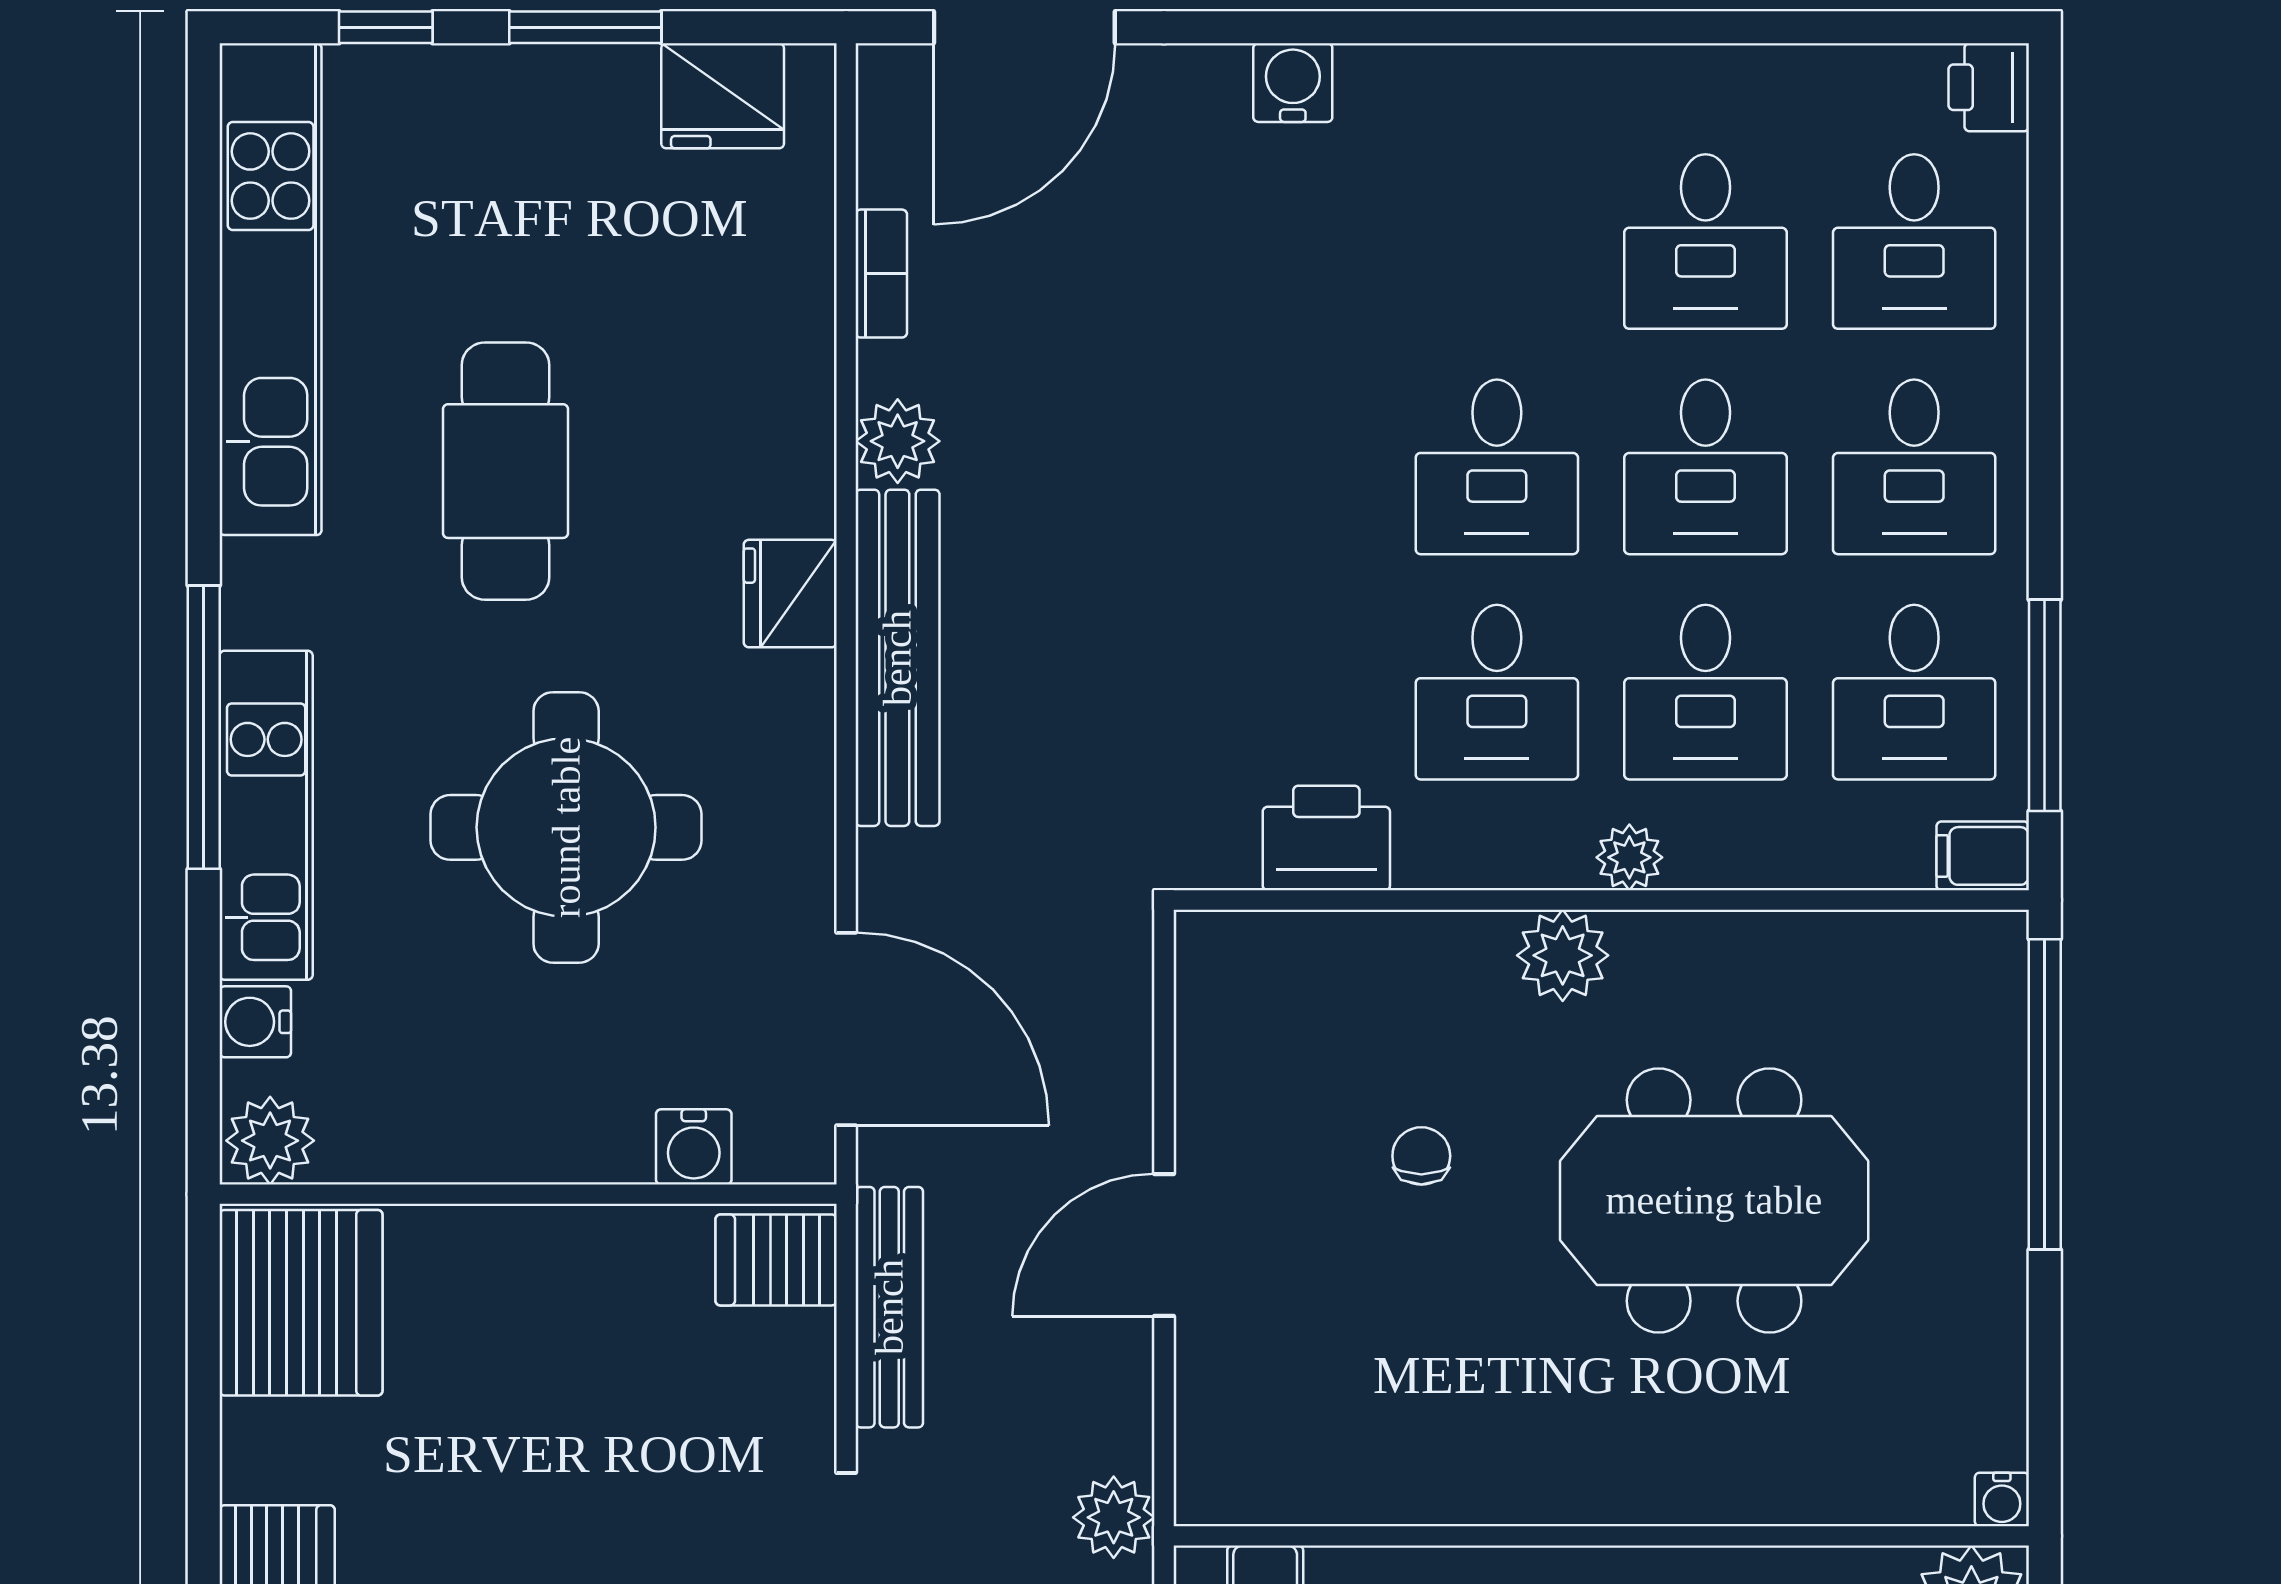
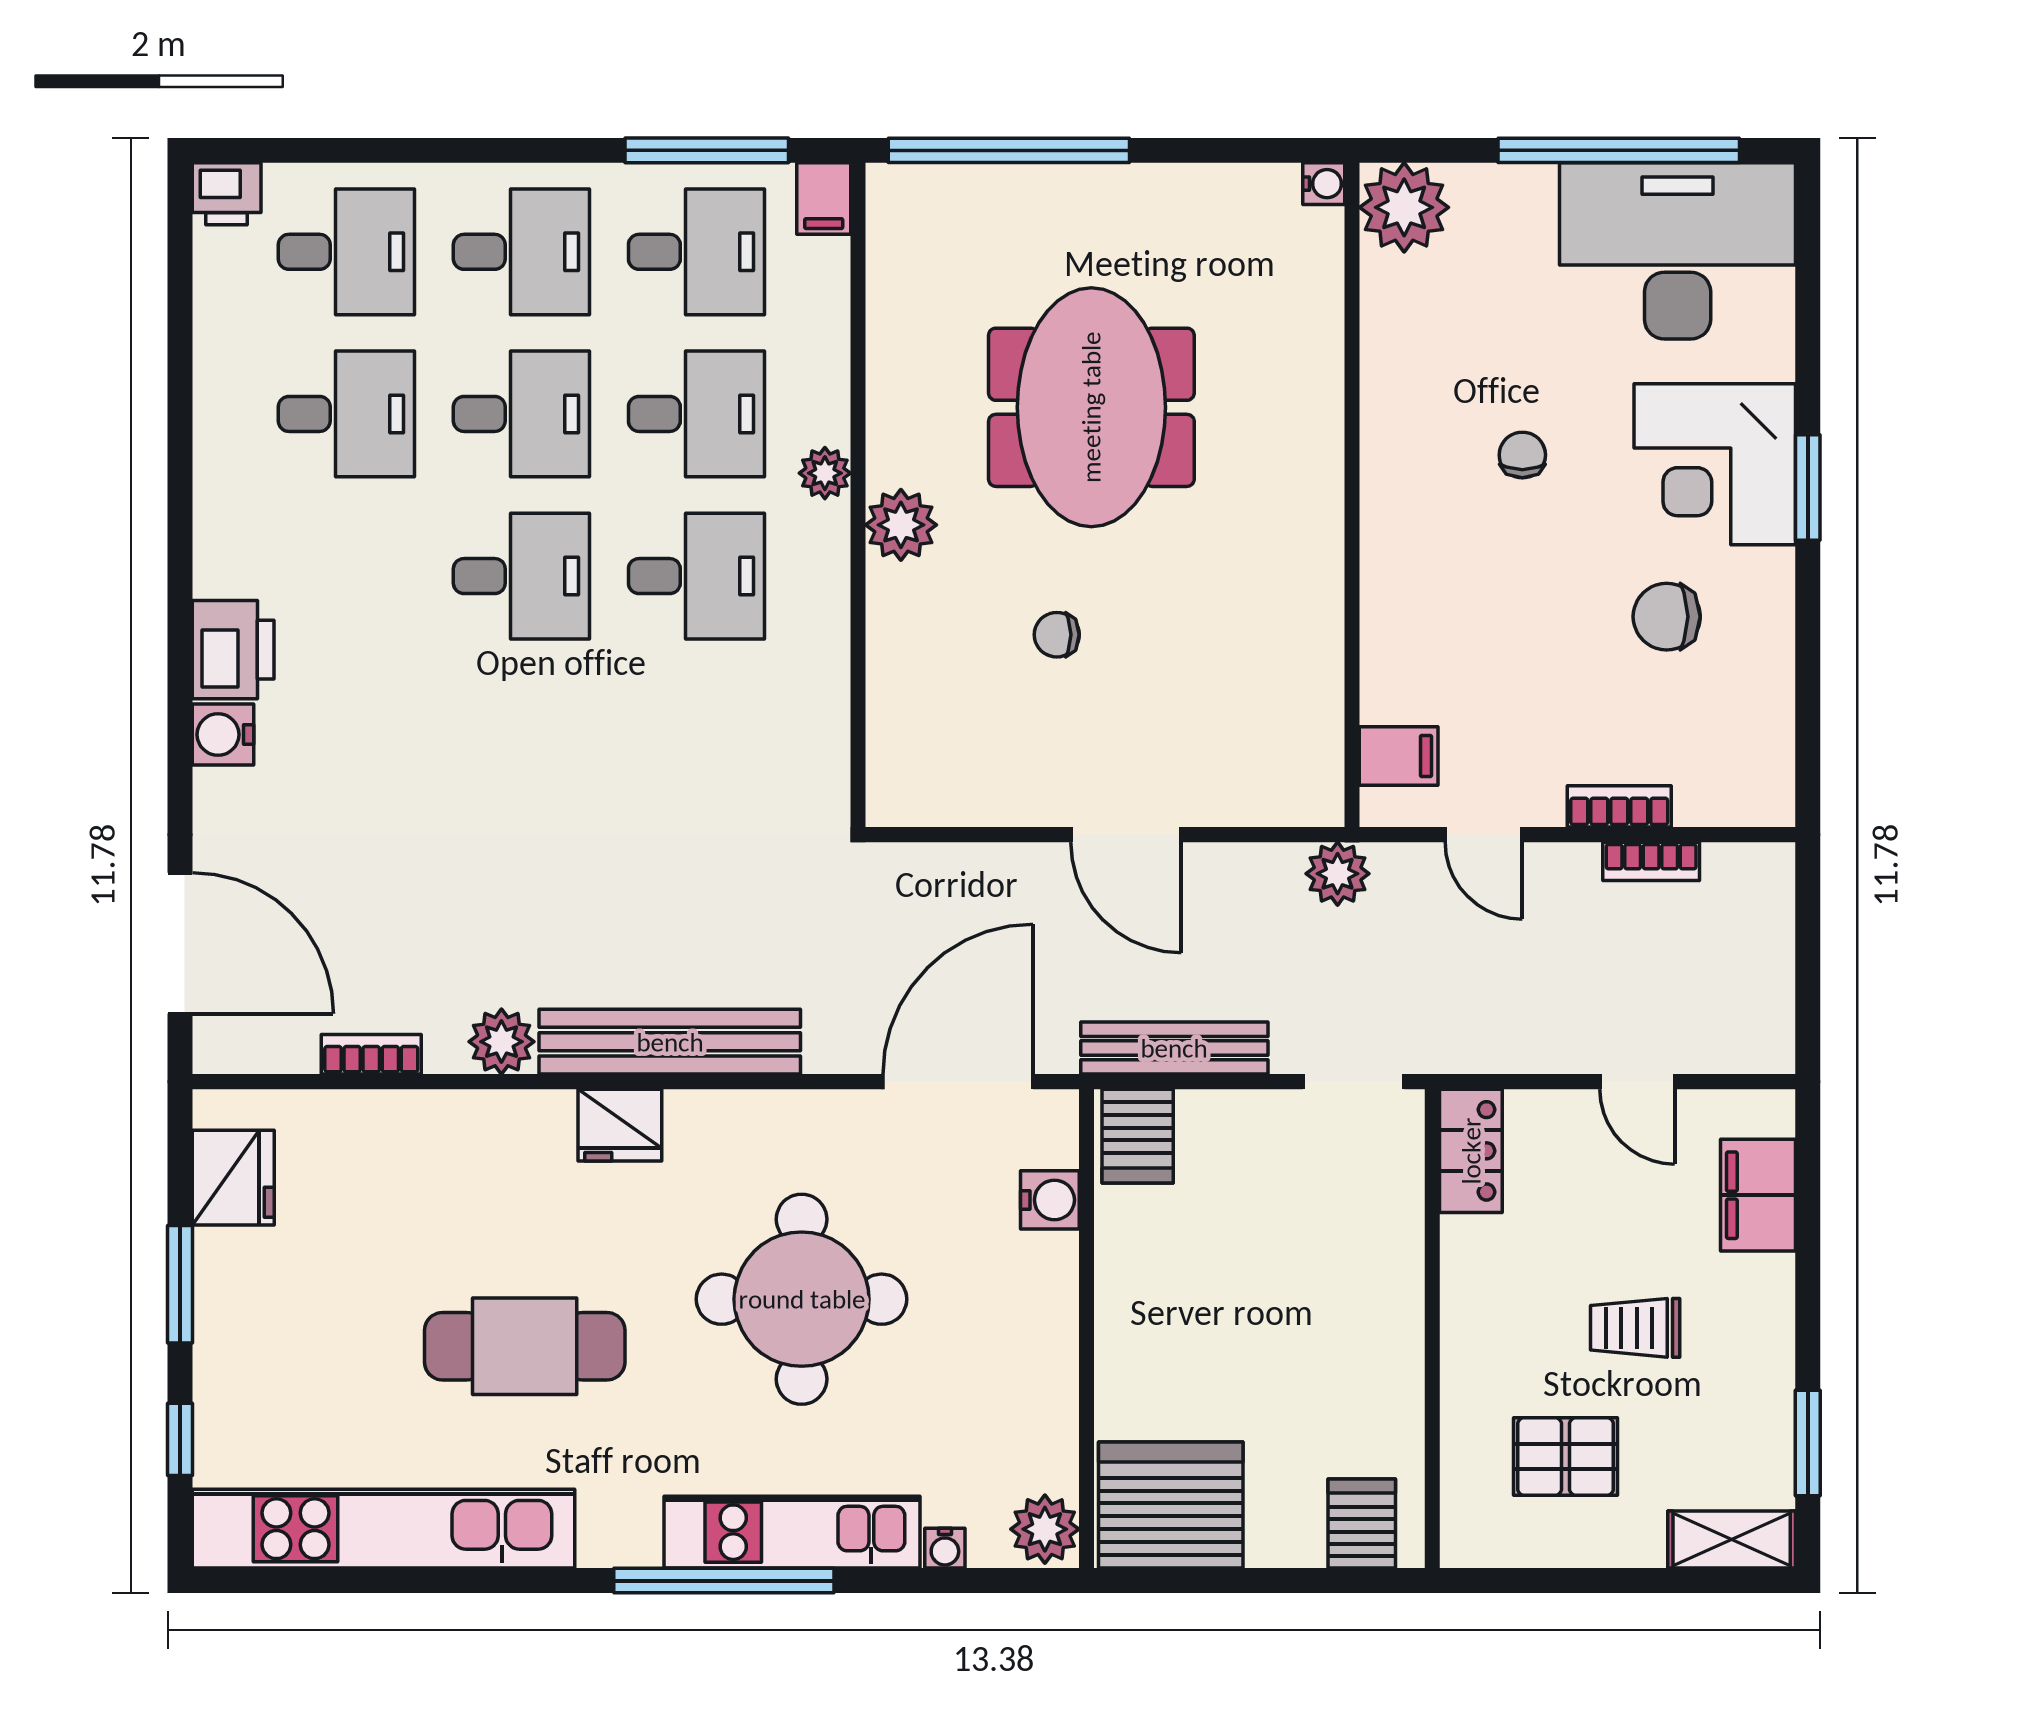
printer: (1326, 838) -> (233, 650), moved, turned 180
water cooler: (255, 1022) -> (945, 1548), width x0.72, depth x0.72

